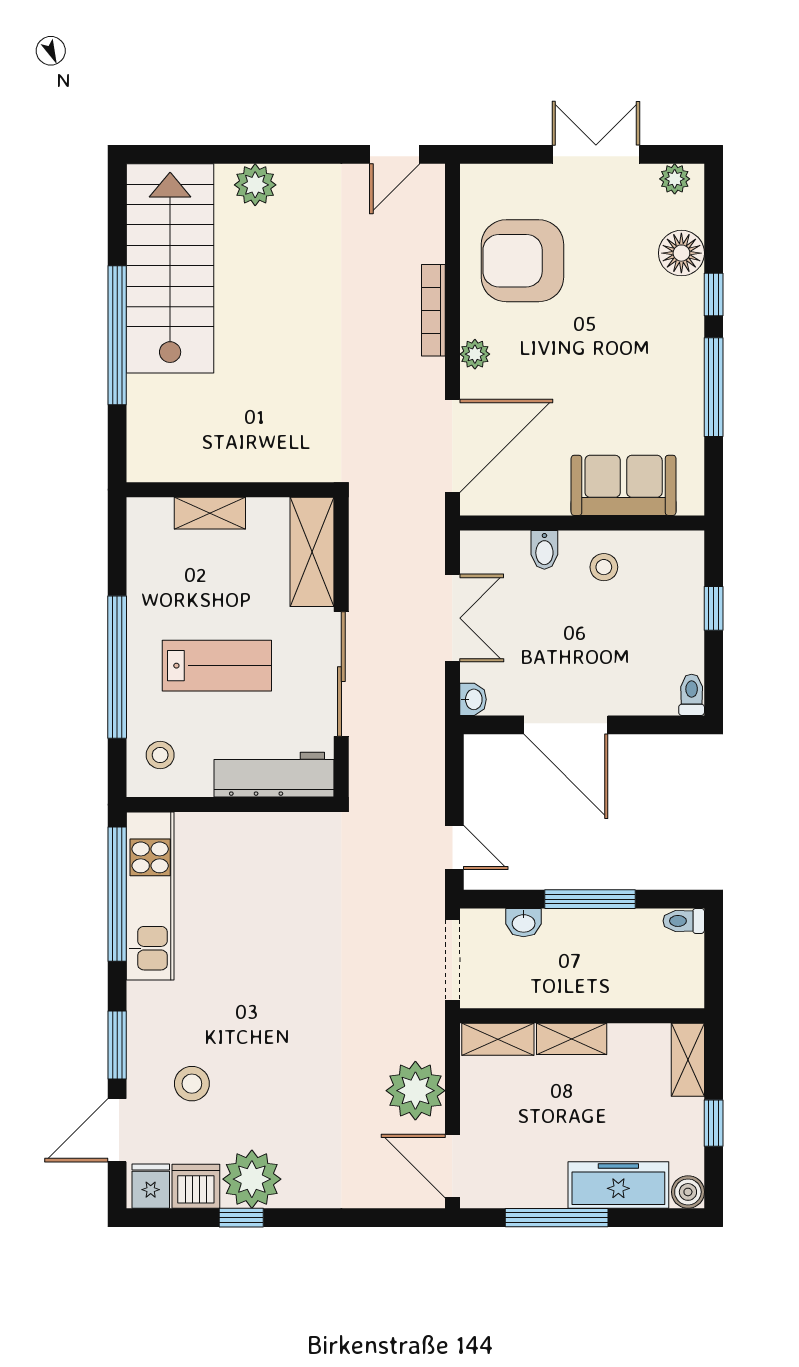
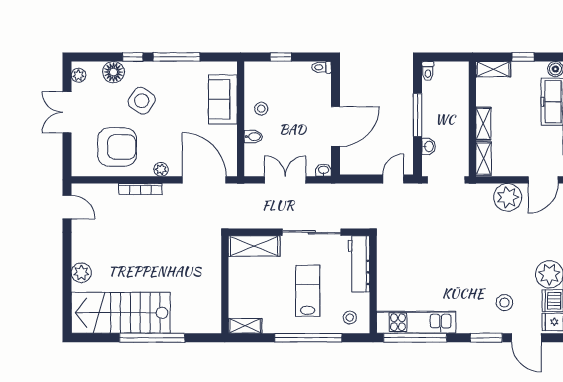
armchair: (522, 261) -> (117, 147), turned -90
side table: (621, 313) -> (142, 101), added
shelving: (210, 513) -> (245, 326), moved, turned 90

